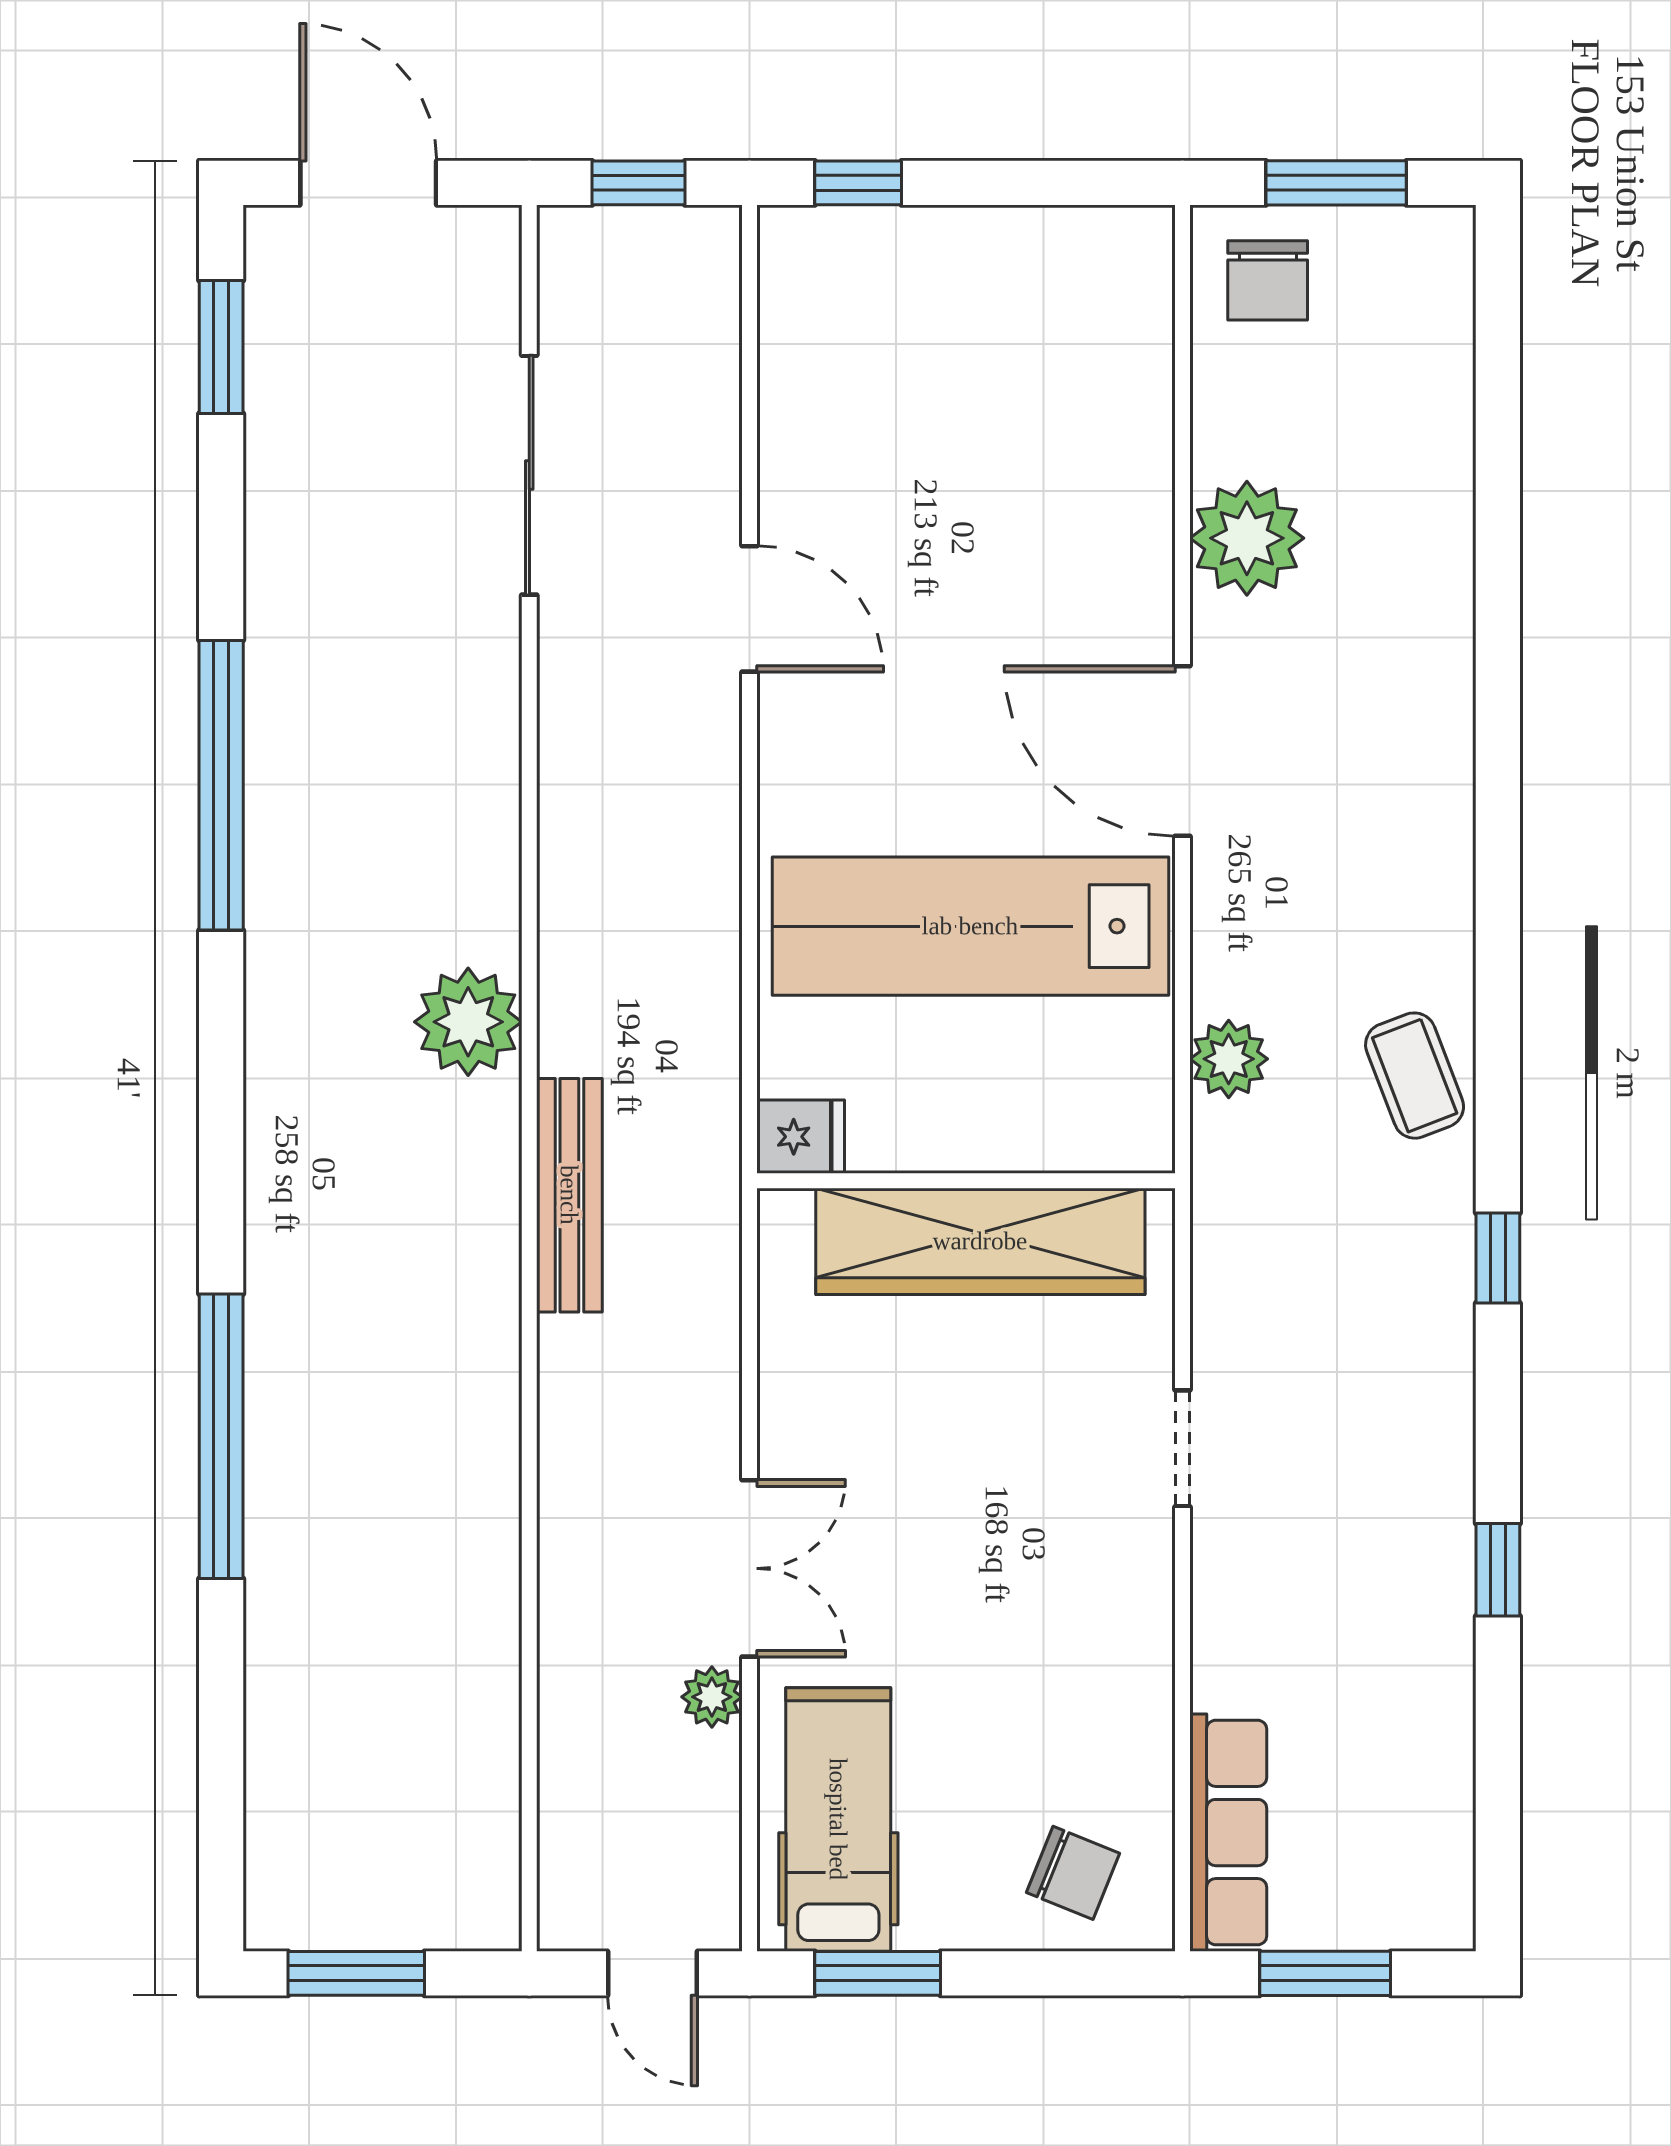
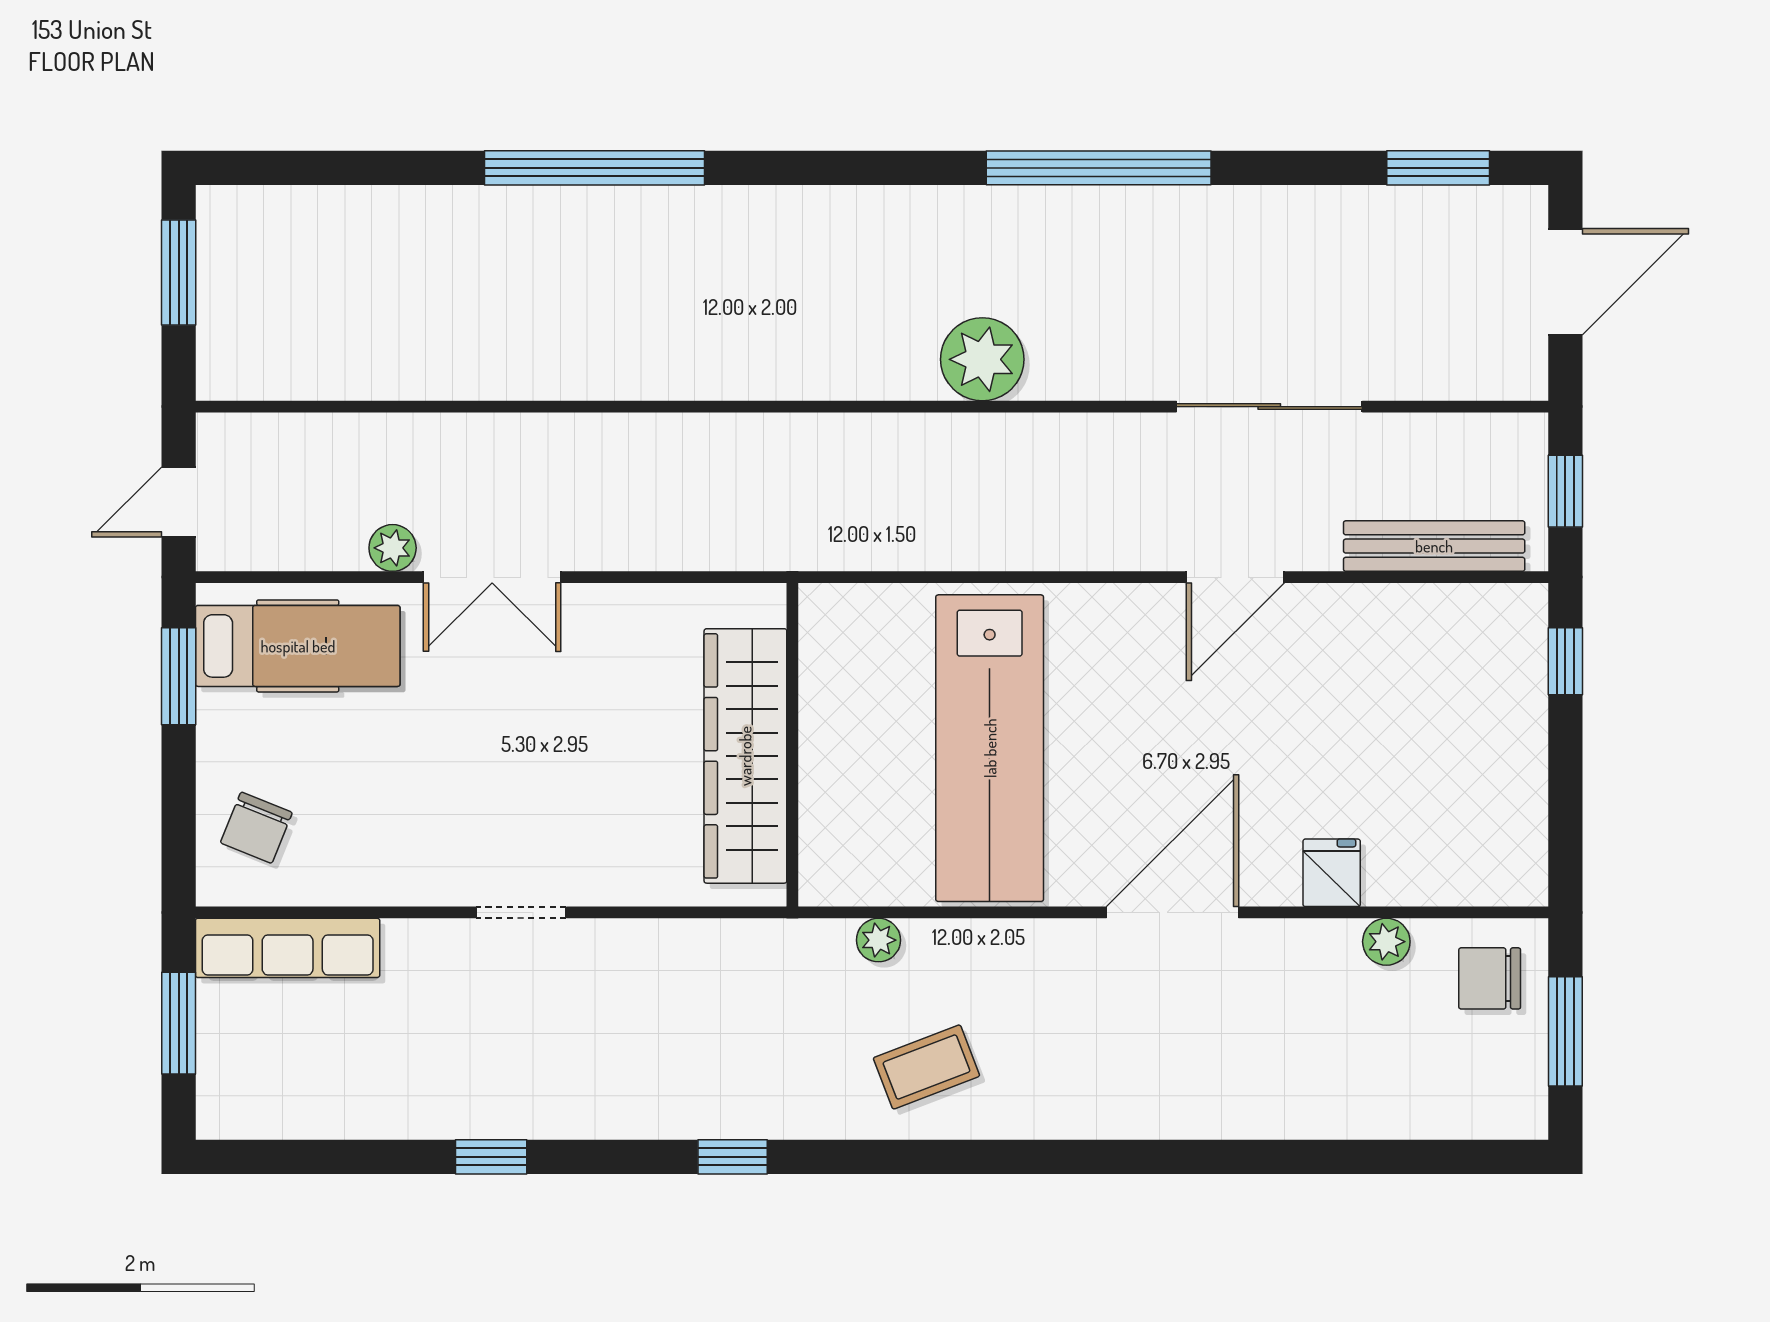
sliding door: (529, 475) -> (1269, 407), moved
plant: (1247, 538) -> (1386, 942), moved, width x0.53, depth x0.53
door: (1182, 751) -> (1173, 912), moved
lab bench: (970, 926) -> (990, 748), turned 180
plant: (468, 1022) -> (982, 359), moved
plant: (1229, 1059) -> (878, 940), width x0.73, depth x0.73
coffee table: (1415, 1076) -> (926, 1067), moved
fridge: (801, 1137) -> (1332, 873), moved, turned 180
bench: (569, 1195) -> (1434, 546), moved
doorway: (1182, 1448) -> (521, 912), moved

